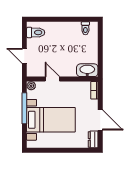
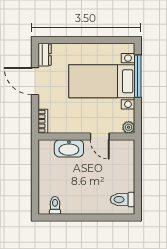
door: (24, 56) -> (138, 168), removed
washbasin: (87, 70) -> (69, 148), moved
window: (24, 108) -> (138, 76), moved

